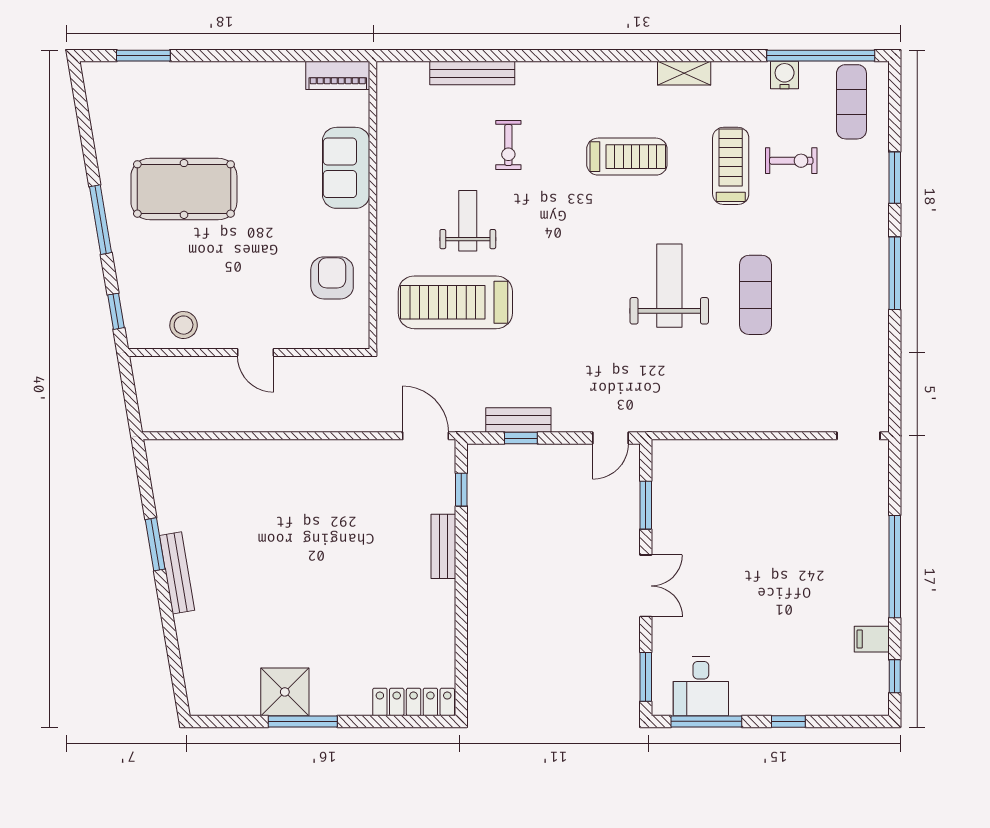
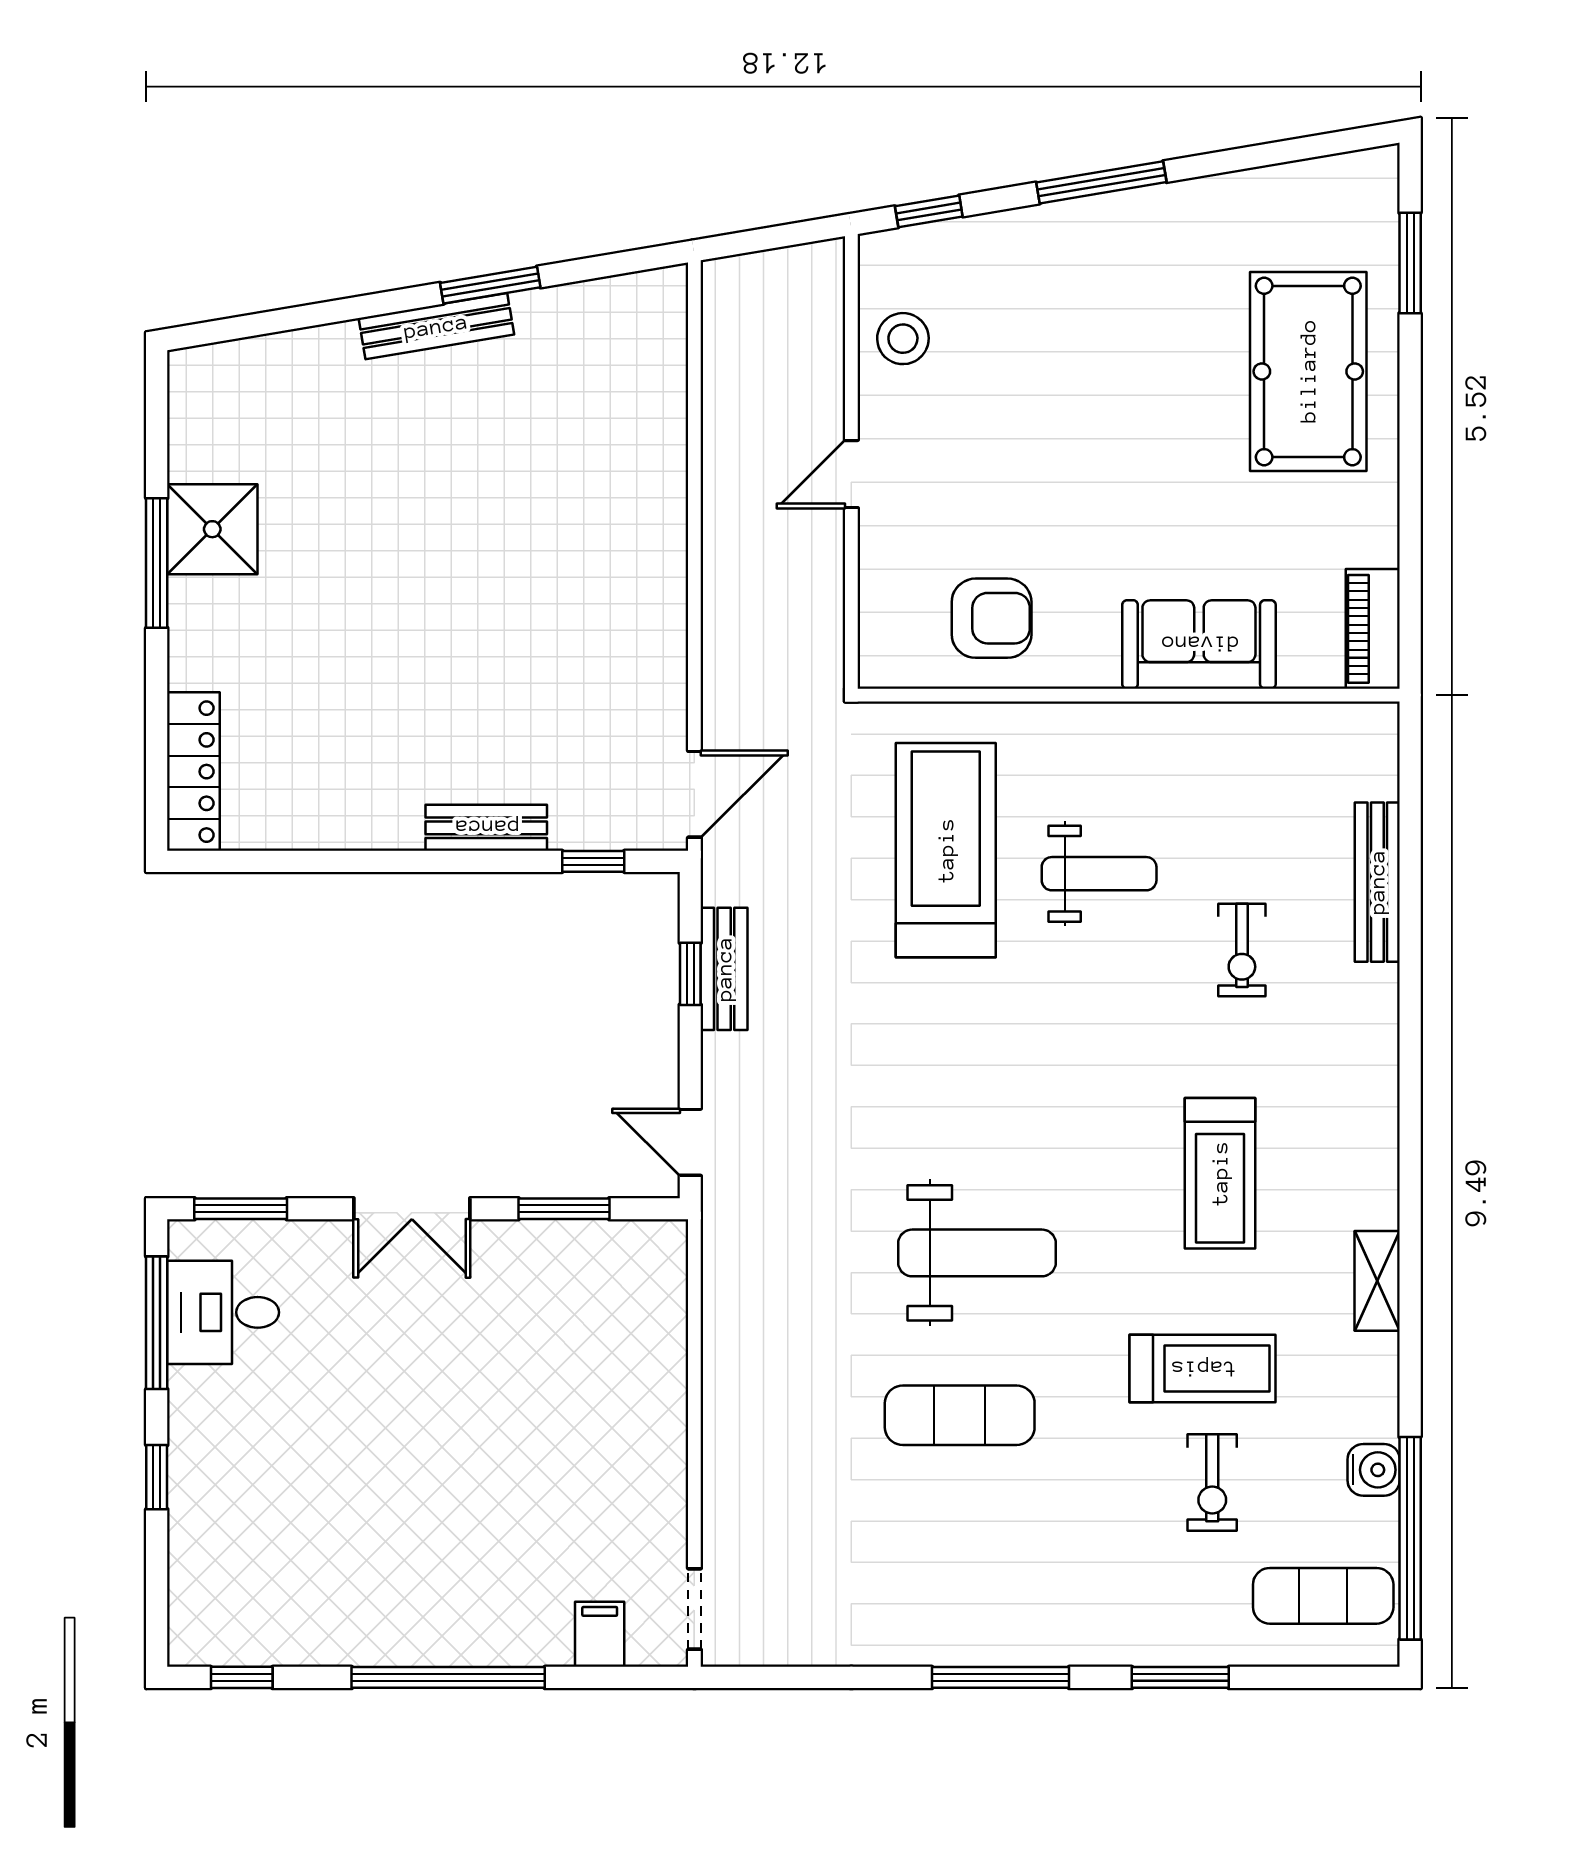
exercise bike: (508, 145) -> (1242, 950), turned -90
pool table: (184, 189) -> (1308, 371), moved
filing cabinet: (872, 639) -> (600, 1634), moved

